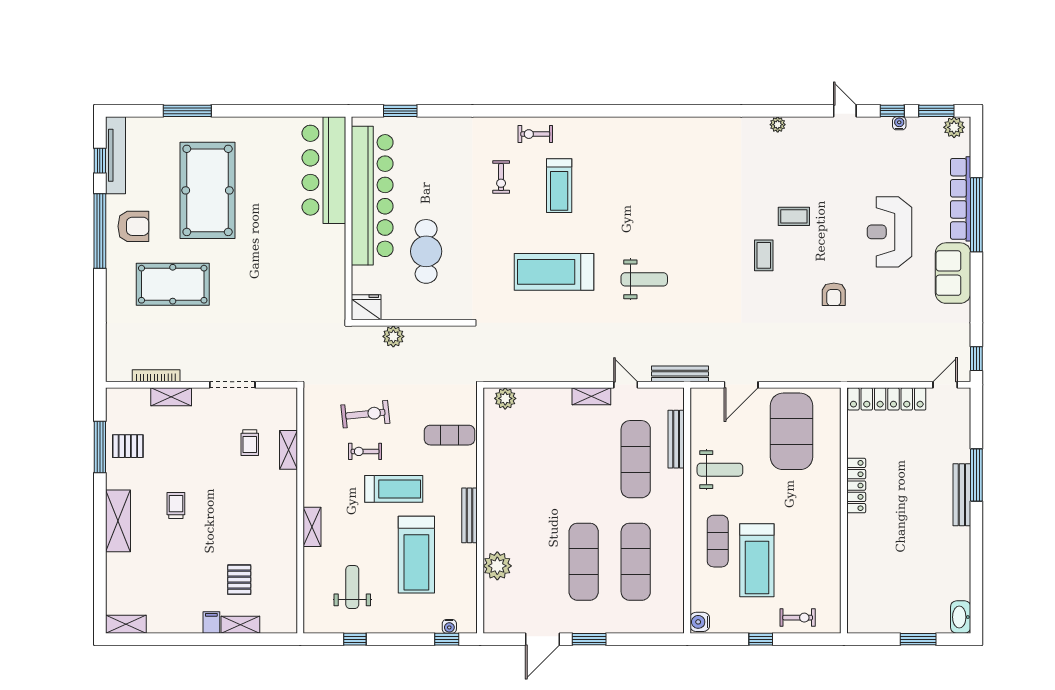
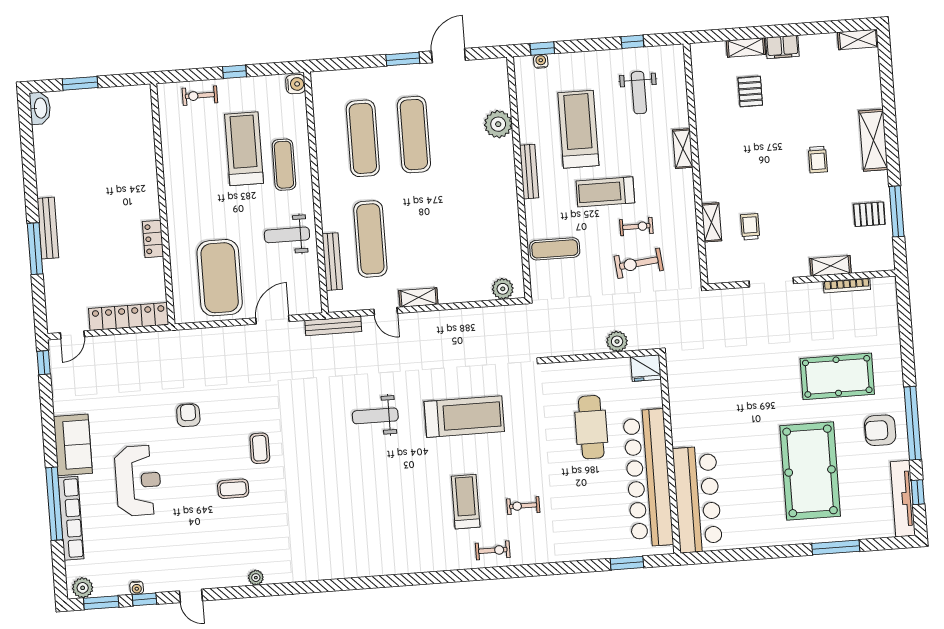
exercise bike: (501, 177) -> (523, 506), turned -90
locker: (856, 486) -> (153, 239), width x0.66
filing cabinet: (211, 622) -> (782, 47), width x2.00

